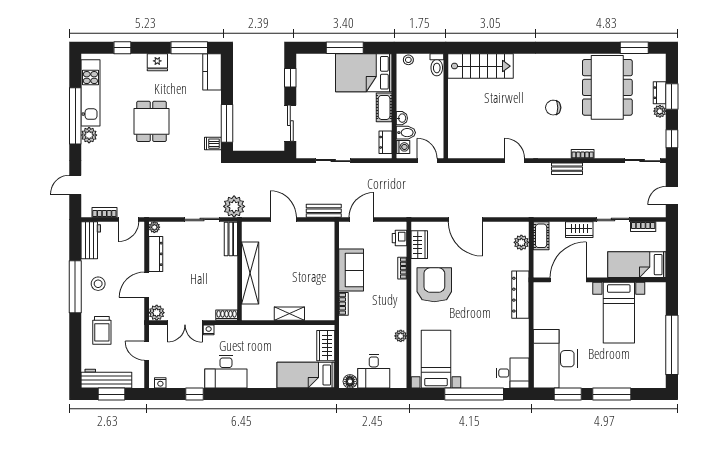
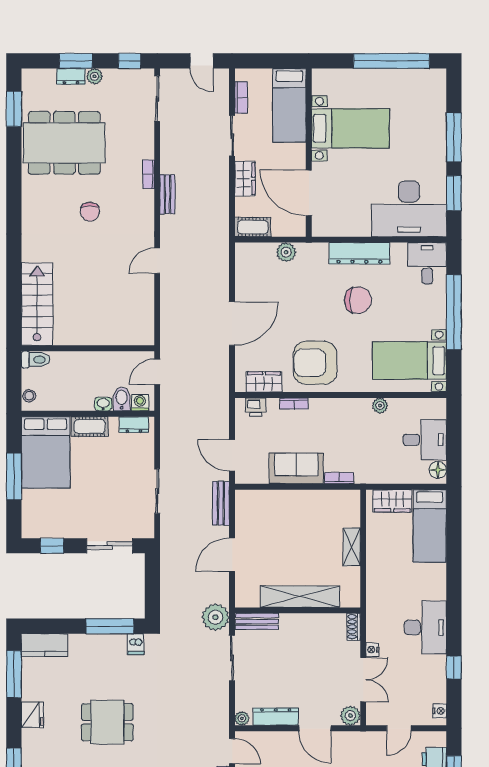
plant: (521, 242) -> (286, 252), moved
dresser: (520, 295) -> (359, 253), moved
chair: (484, 319) -> (358, 300), added

